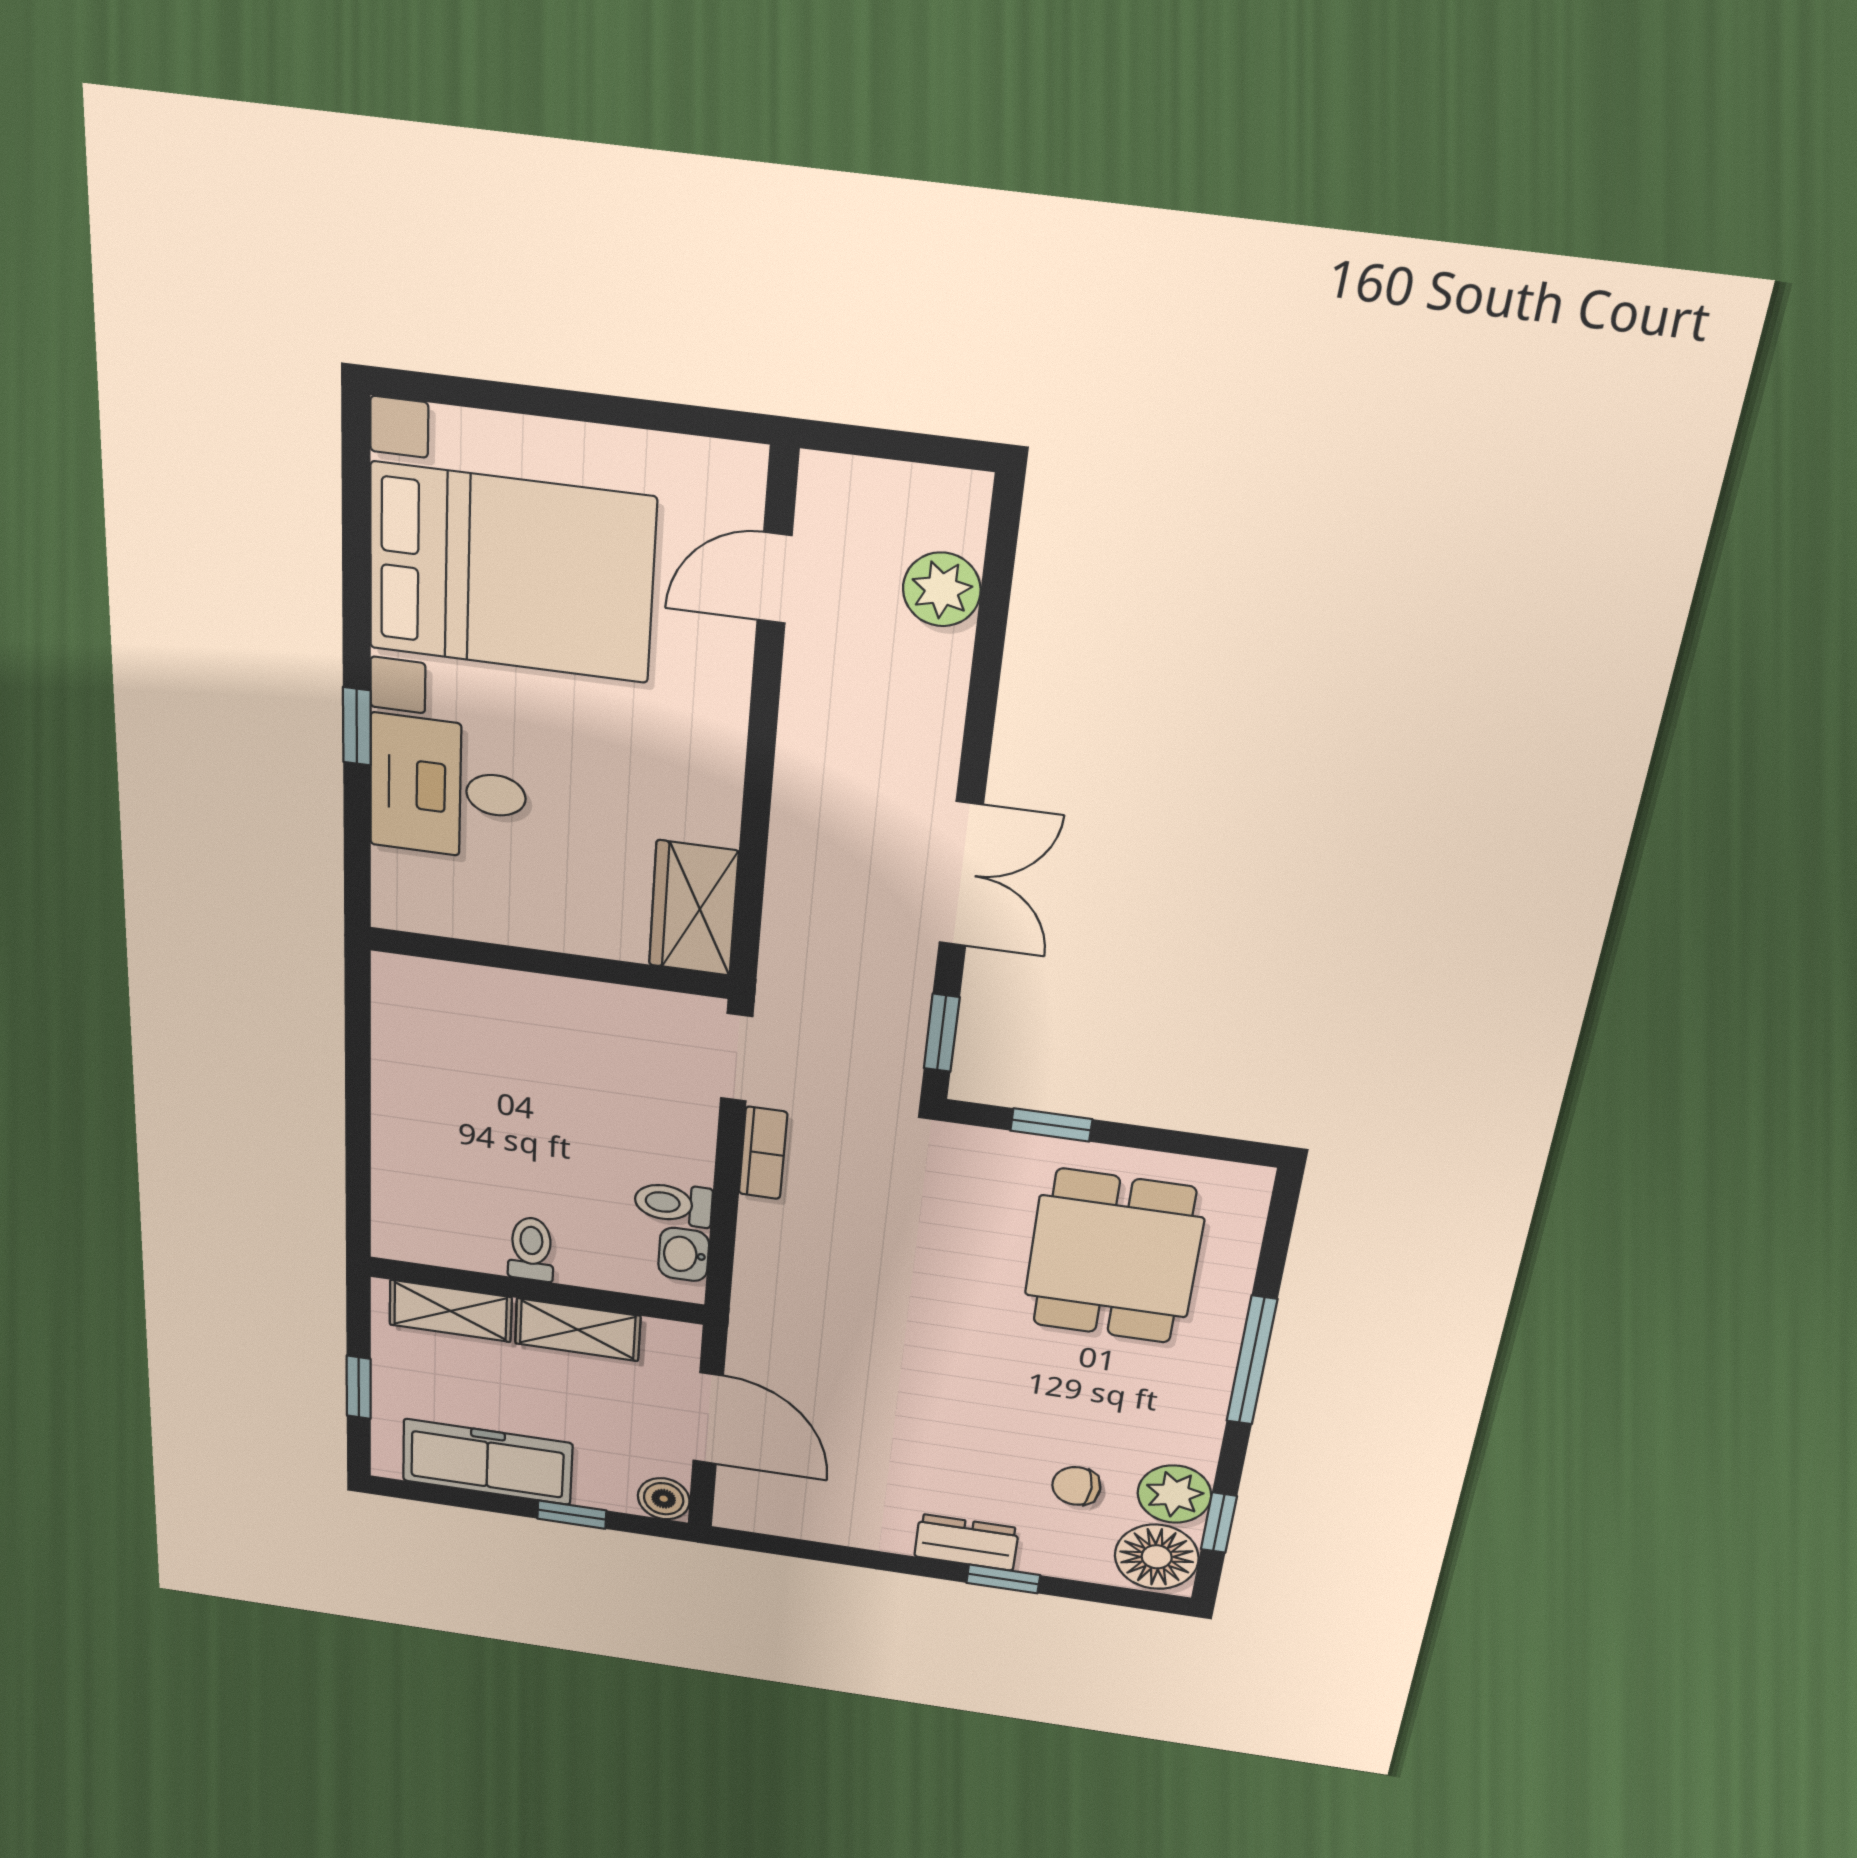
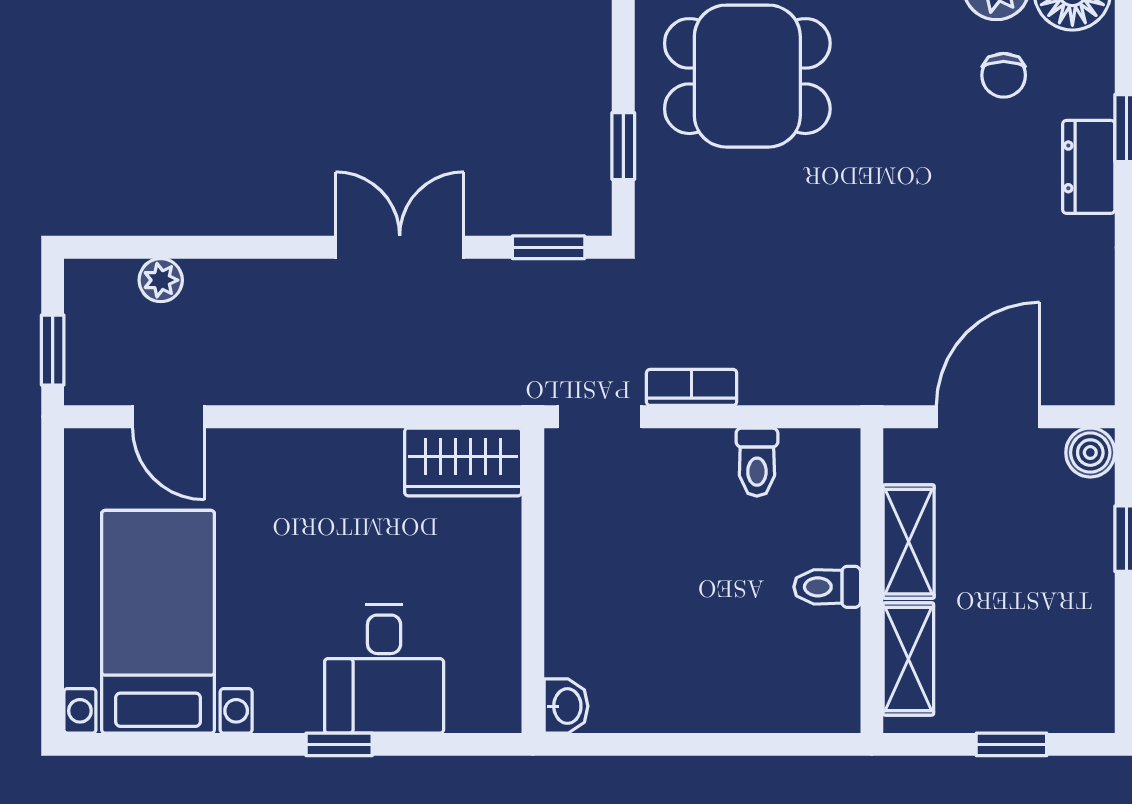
window: (874, 443) -> (53, 350), added
bed with nightstands: (511, 573) -> (158, 622), width x0.73
plant: (942, 589) -> (161, 280), width x0.73, depth x0.73
washbasin: (684, 1254) -> (566, 706), moved, turned -90
freezer: (487, 1462) -> (1078, 621), removed

